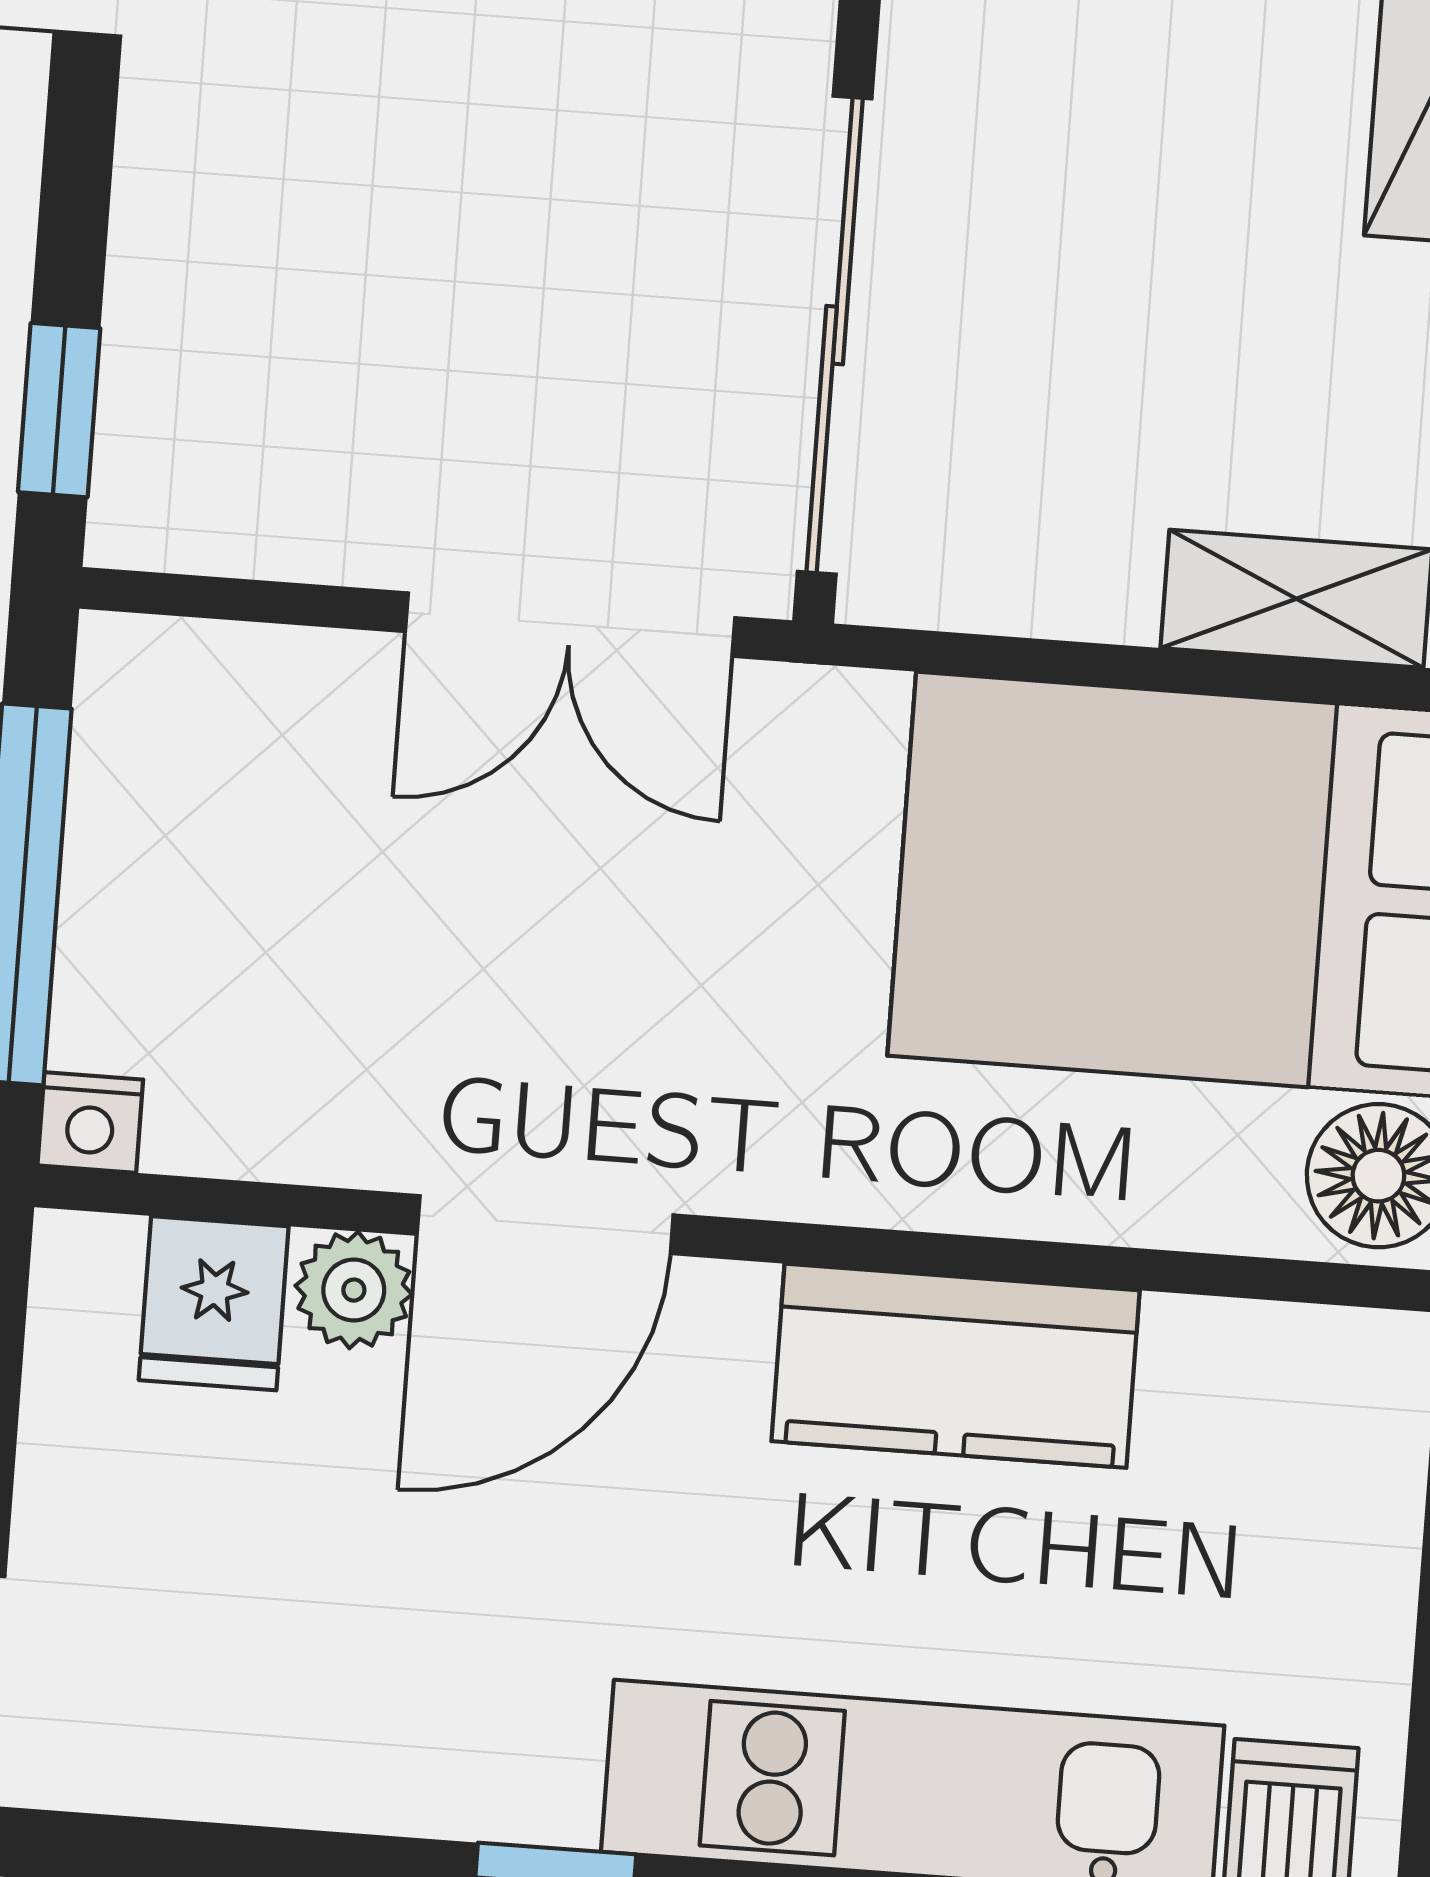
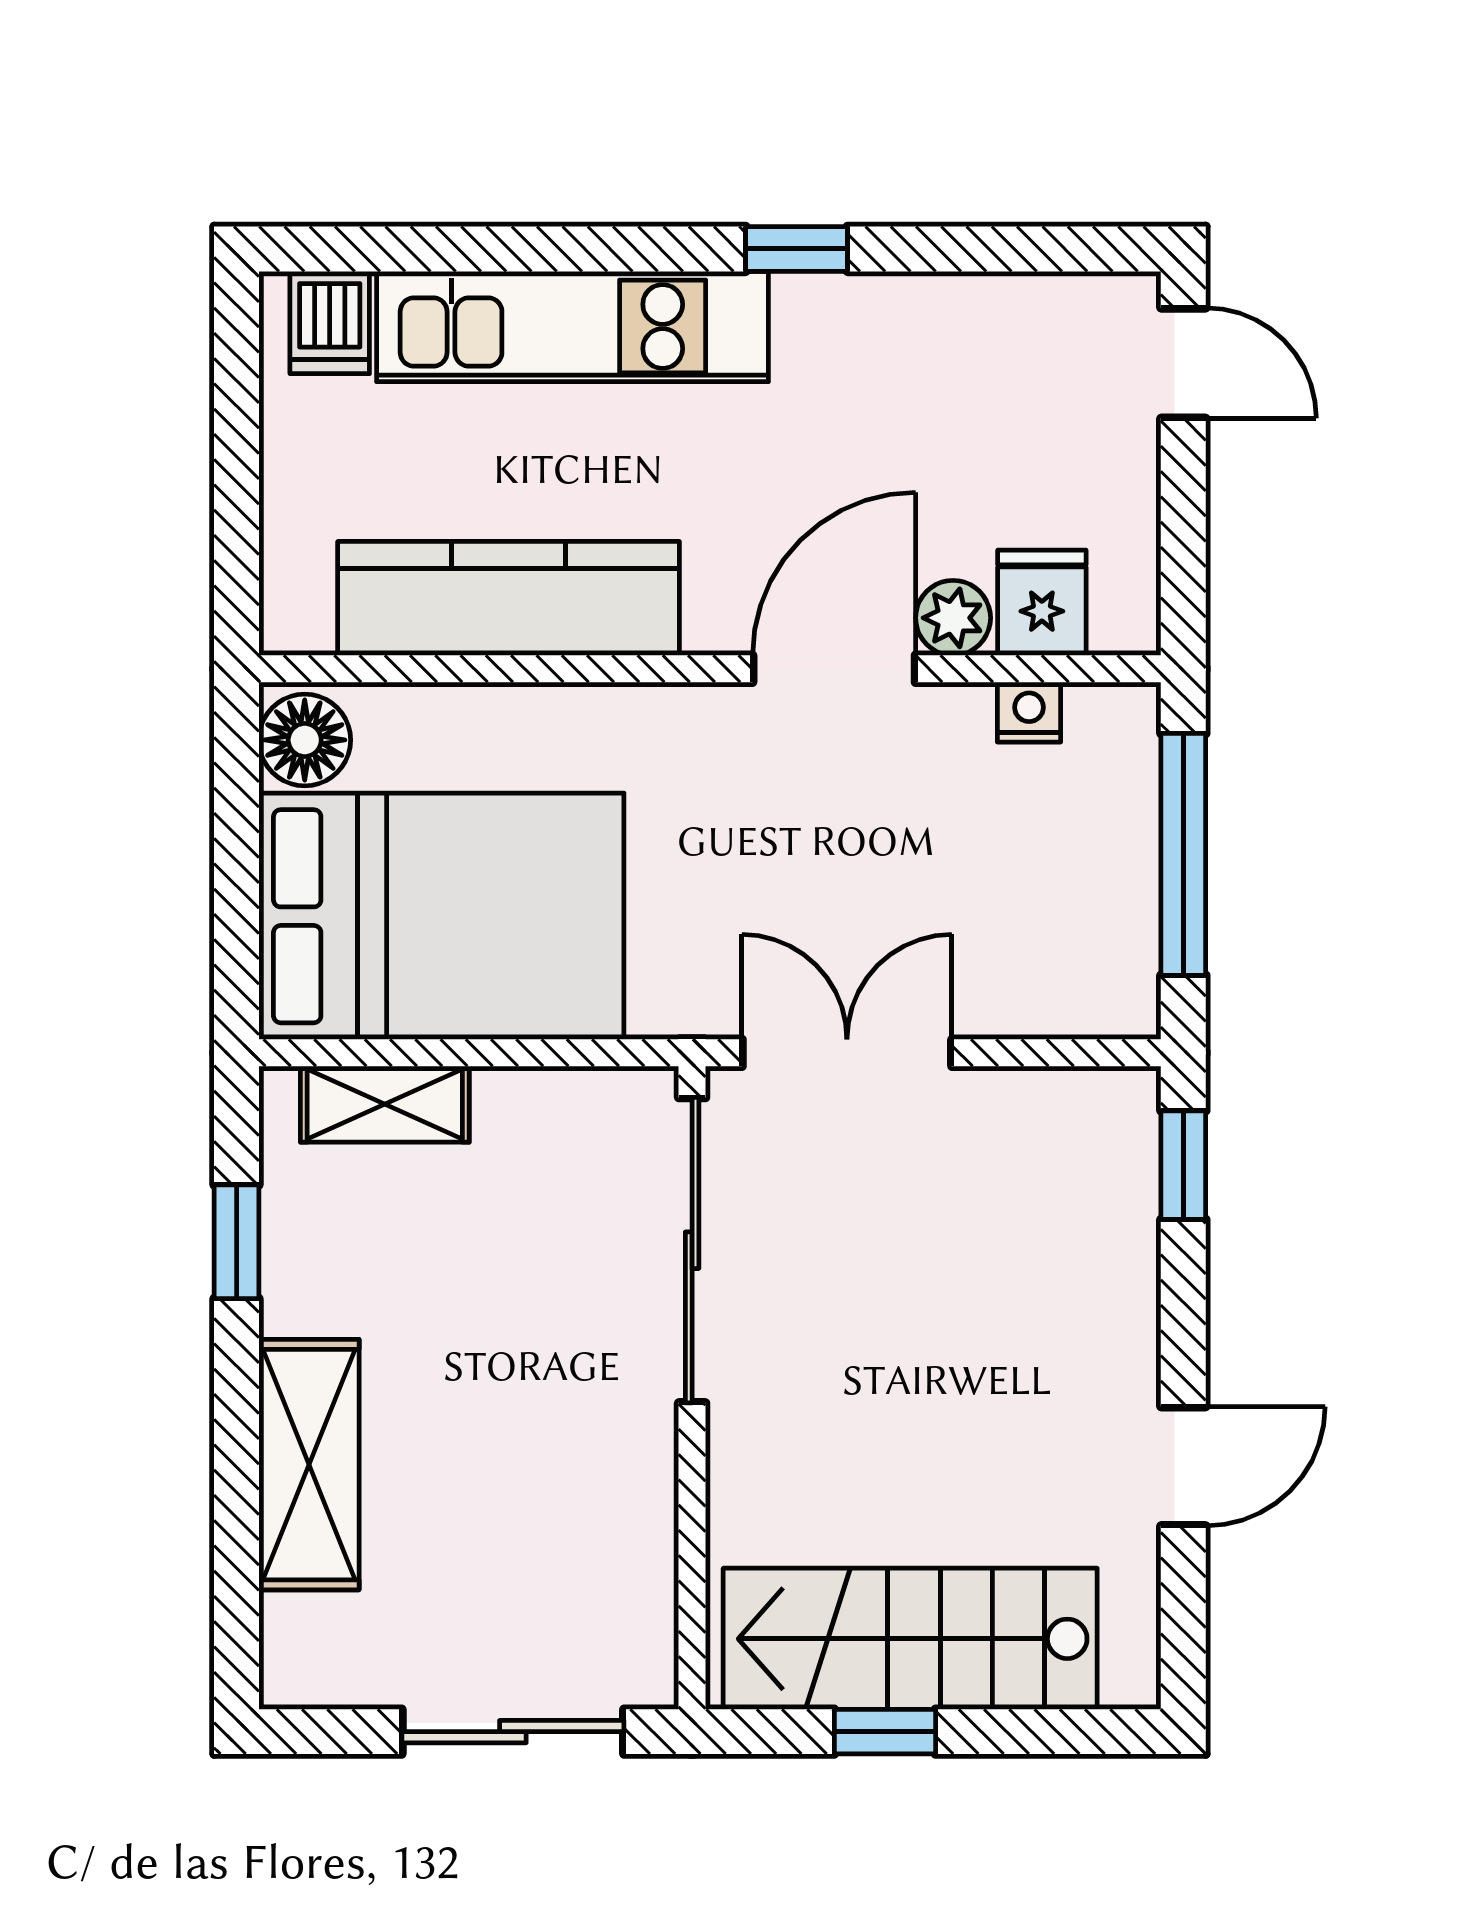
nightstand: (90, 1123) -> (1029, 712), moved
kitchen counter: (956, 1366) -> (509, 598), width x1.50

